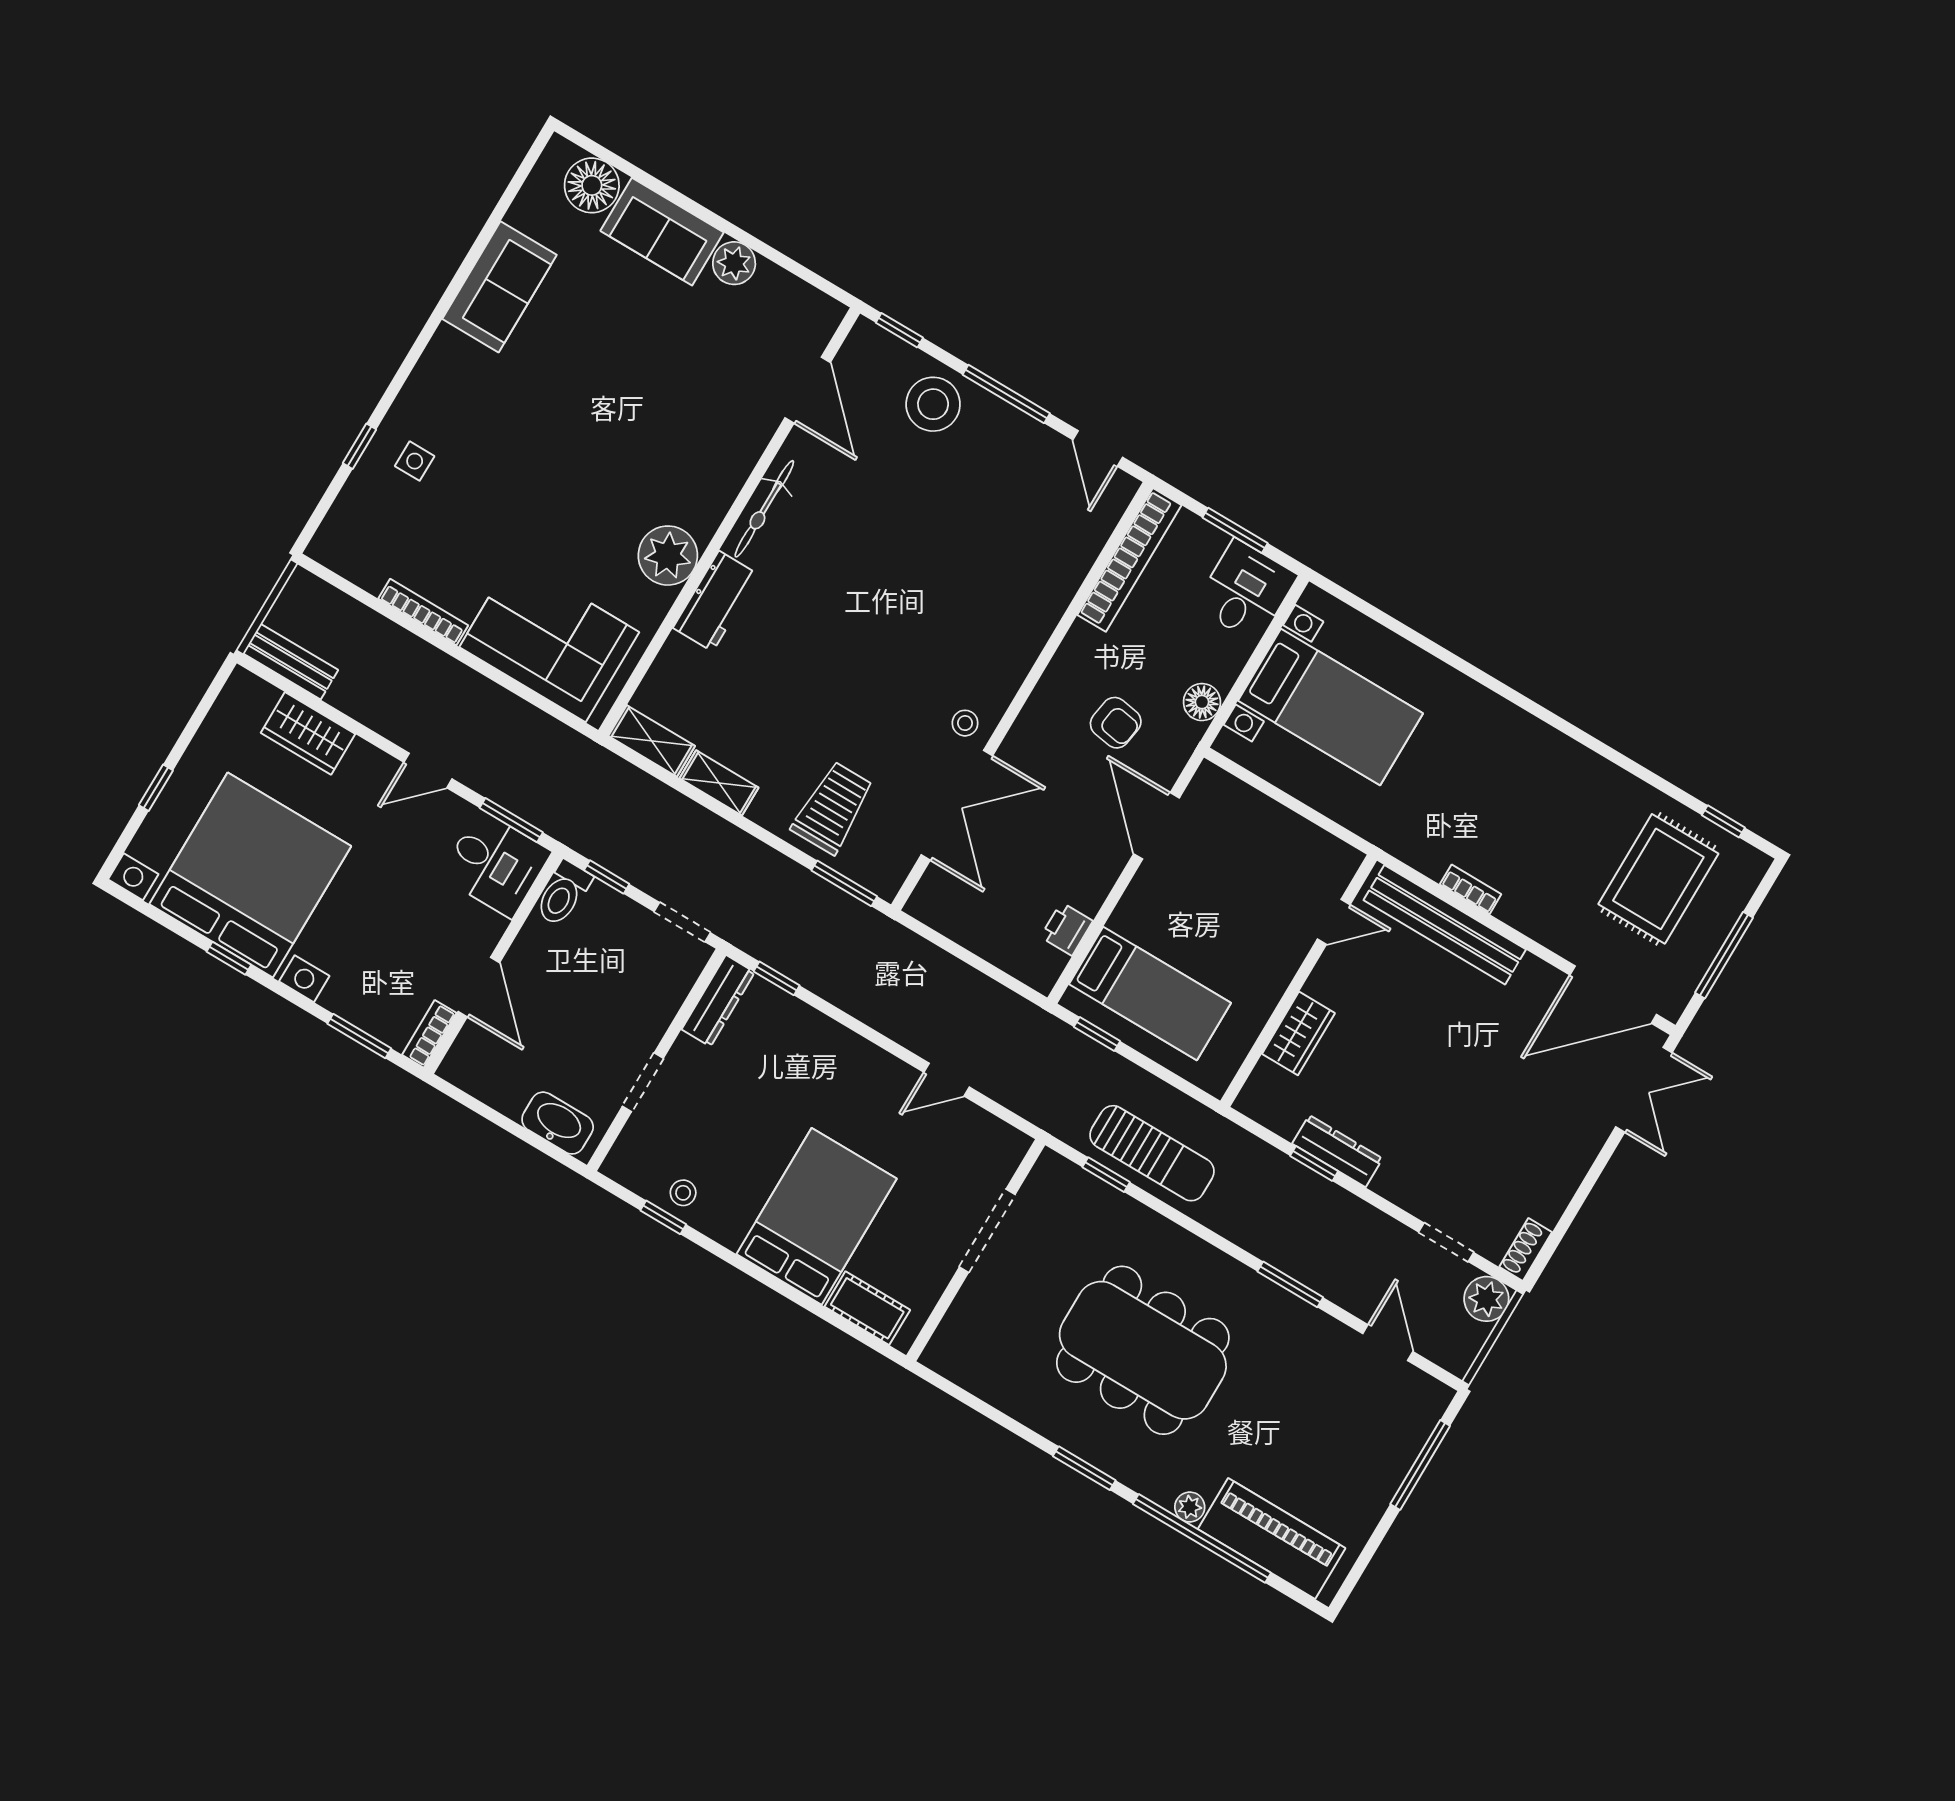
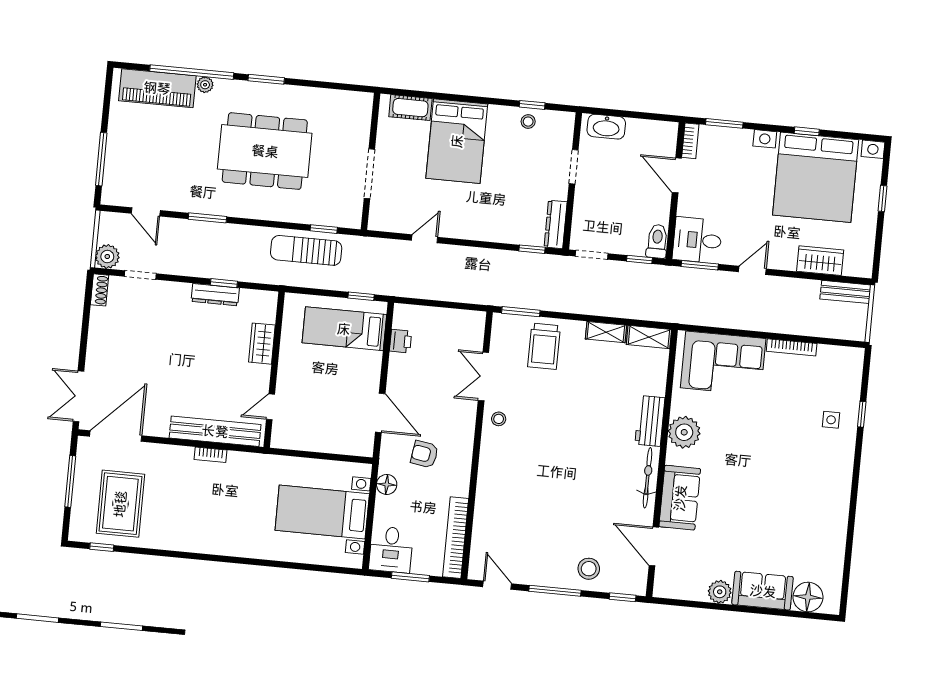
sofa: (500, 287) -> (680, 498), moved, turned 180
stool: (933, 404) -> (589, 569), width x0.73, depth x0.73
double door: (957, 805) -> (483, 376), width x0.73

